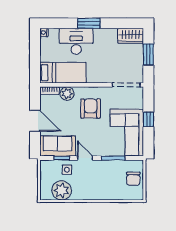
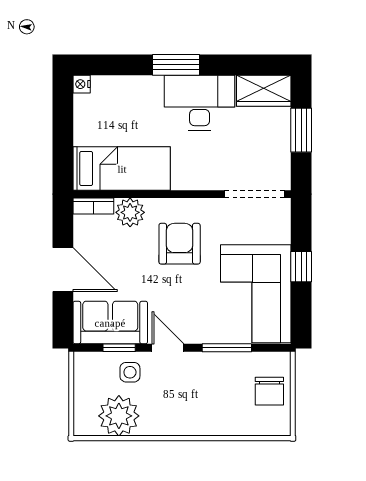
desk: (76, 41) -> (200, 103), moved

